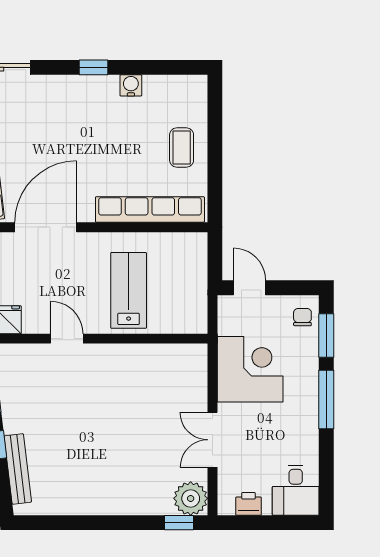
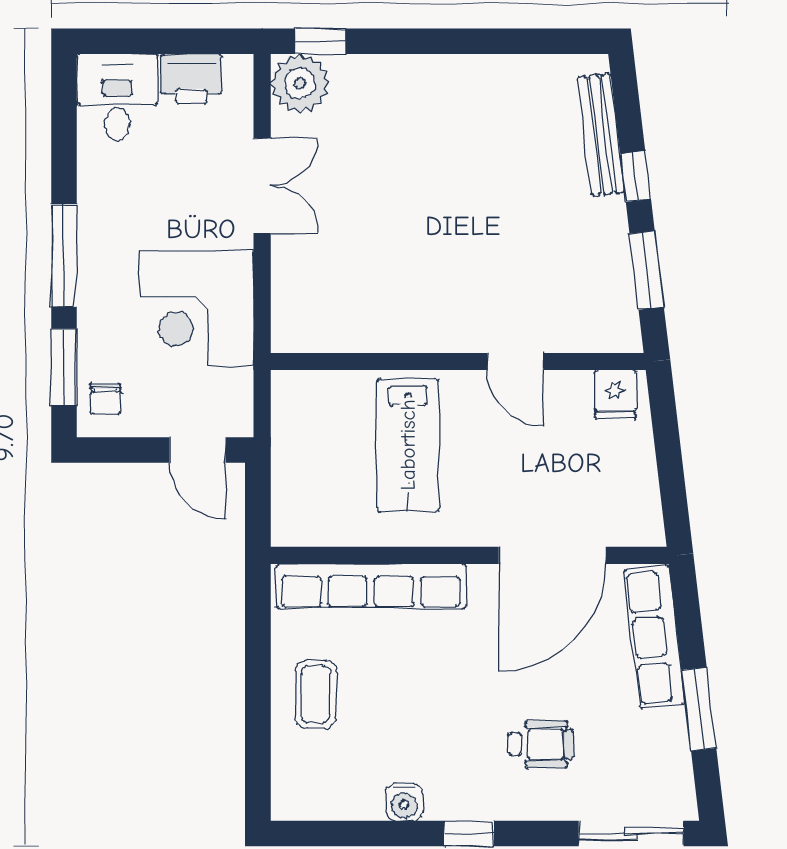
wheelchair: (52, 119) -> (541, 744), added
printer: (249, 504) -> (191, 79), width x1.36, depth x1.24

